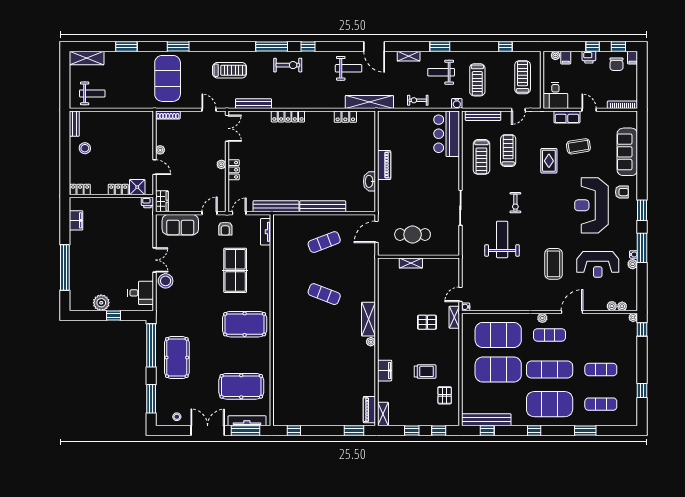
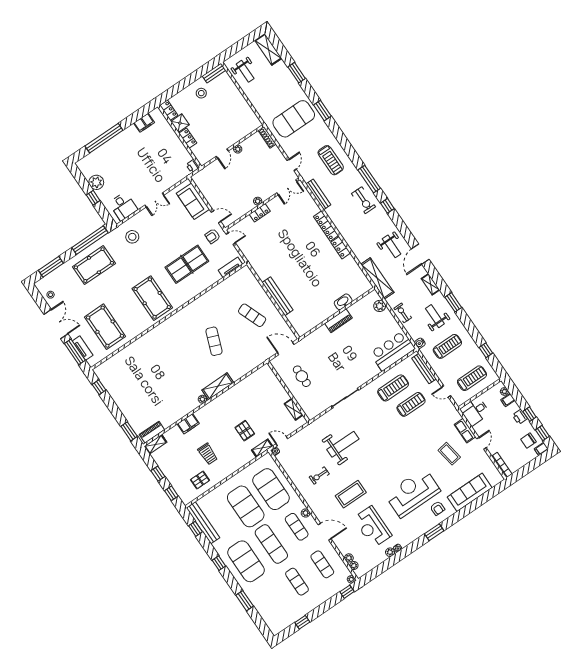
treadmill: (477, 80) -> (447, 346), turned 180
locker: (345, 117) -> (341, 248), moved
plant: (397, 117) -> (380, 306), added
treadmill: (481, 157) -> (393, 388), turned 180
rug: (549, 161) -> (424, 439), removed
washbasin: (369, 181) -> (343, 302), moved
shower: (137, 187) -> (180, 123), moved
wardrobe: (162, 201) -> (201, 176), removed
exercise bike: (515, 203) -> (319, 476), moved
bench: (276, 206) -> (254, 262), removed
cafe table: (413, 235) -> (302, 376), width x0.73, depth x0.74
window: (642, 248) -> (407, 551), removed
shelving: (411, 263) -> (294, 409), moved
stool: (166, 281) -> (132, 237), moved
exercise mat: (601, 404) -> (322, 564), moved
tv unit: (247, 421) -> (83, 348), width x0.71

